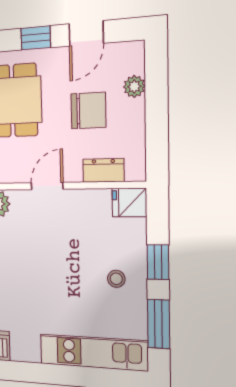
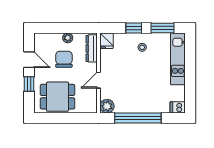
plant: (134, 86) -> (68, 38), moved
dresser: (103, 170) -> (92, 48), width x1.44
door: (47, 186) -> (99, 80), hinge flipped

